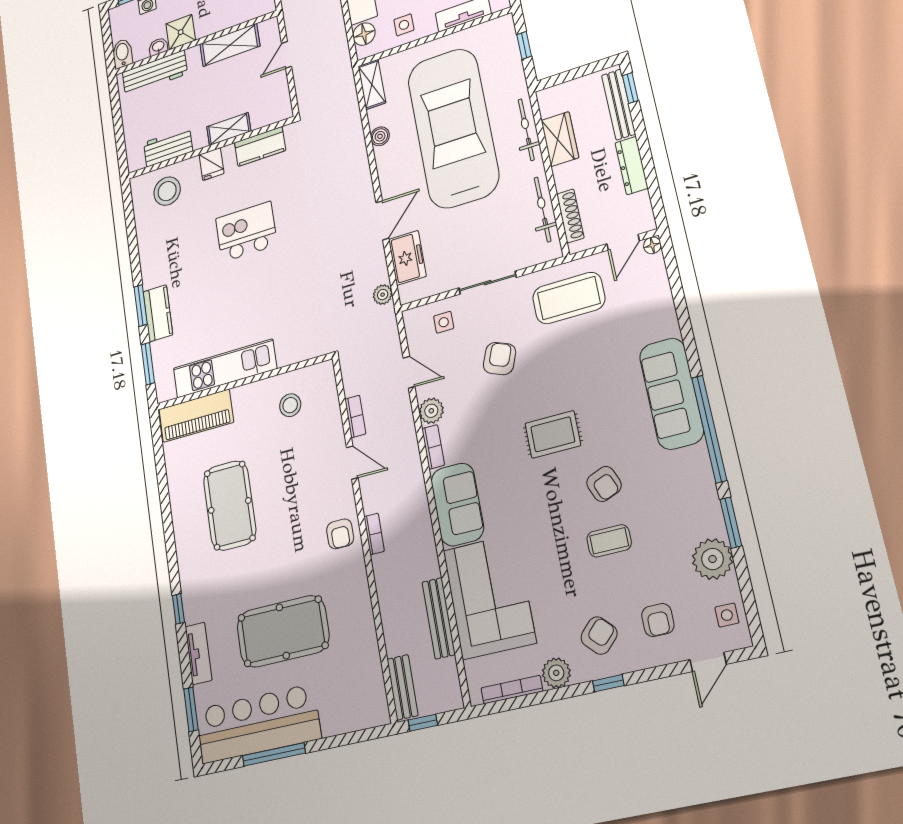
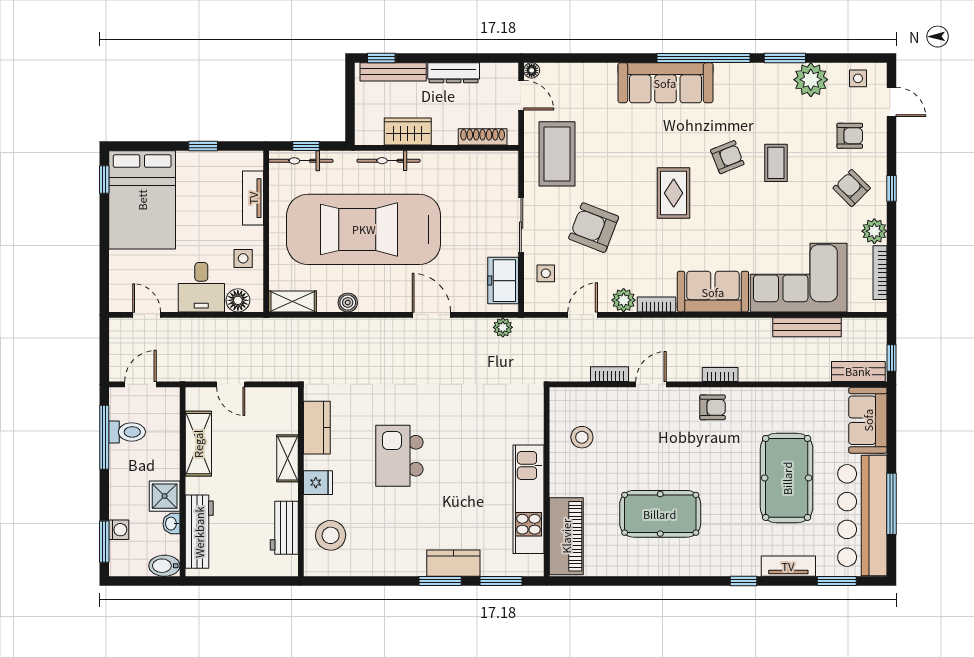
bicycle: (543, 209) -> (301, 161), moved
freezer: (407, 258) -> (503, 281), moved, turned -90
armchair: (500, 359) -> (594, 228), width x1.38, depth x1.38
sofa: (354, 709) -> (868, 420), added

